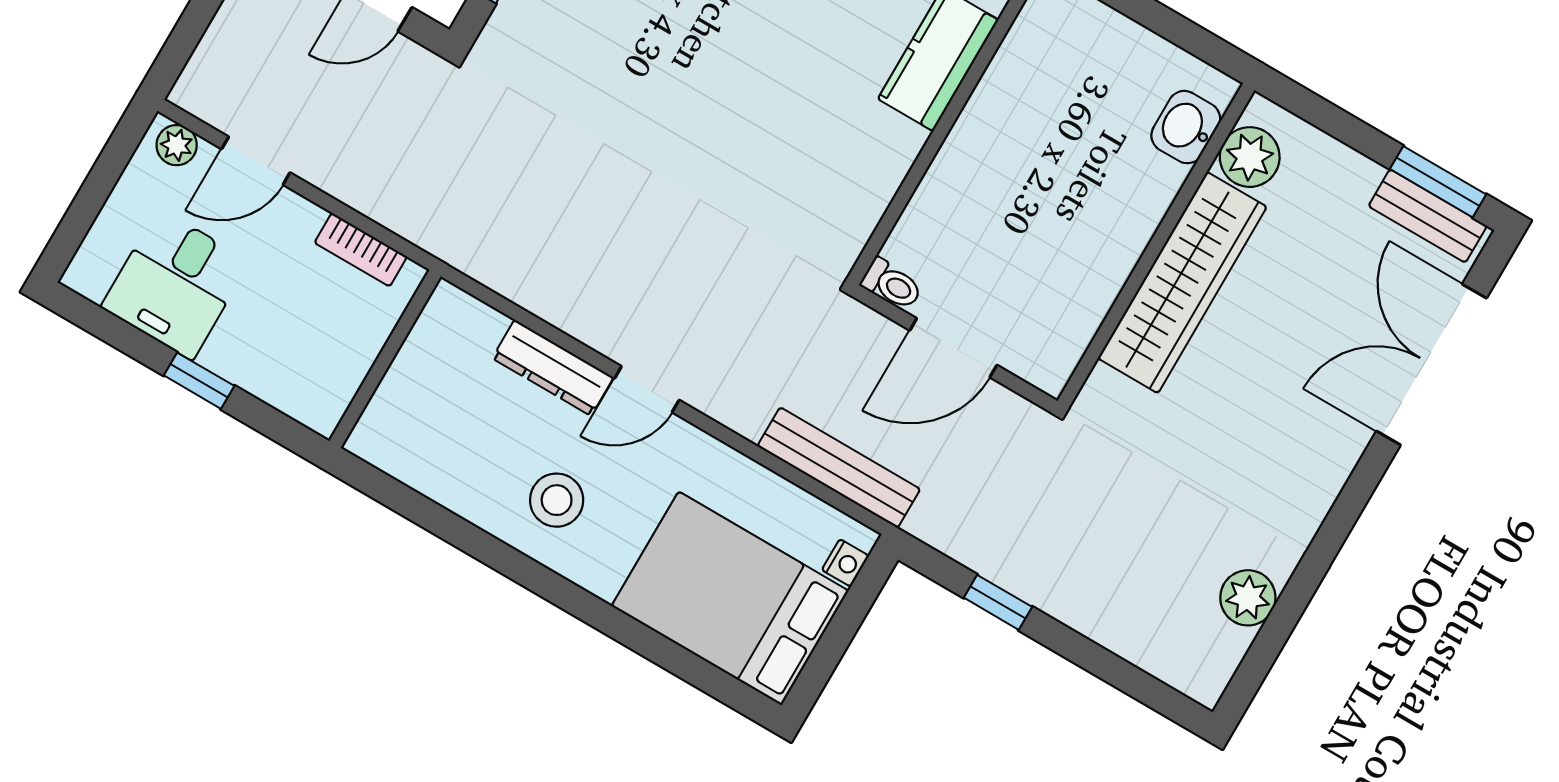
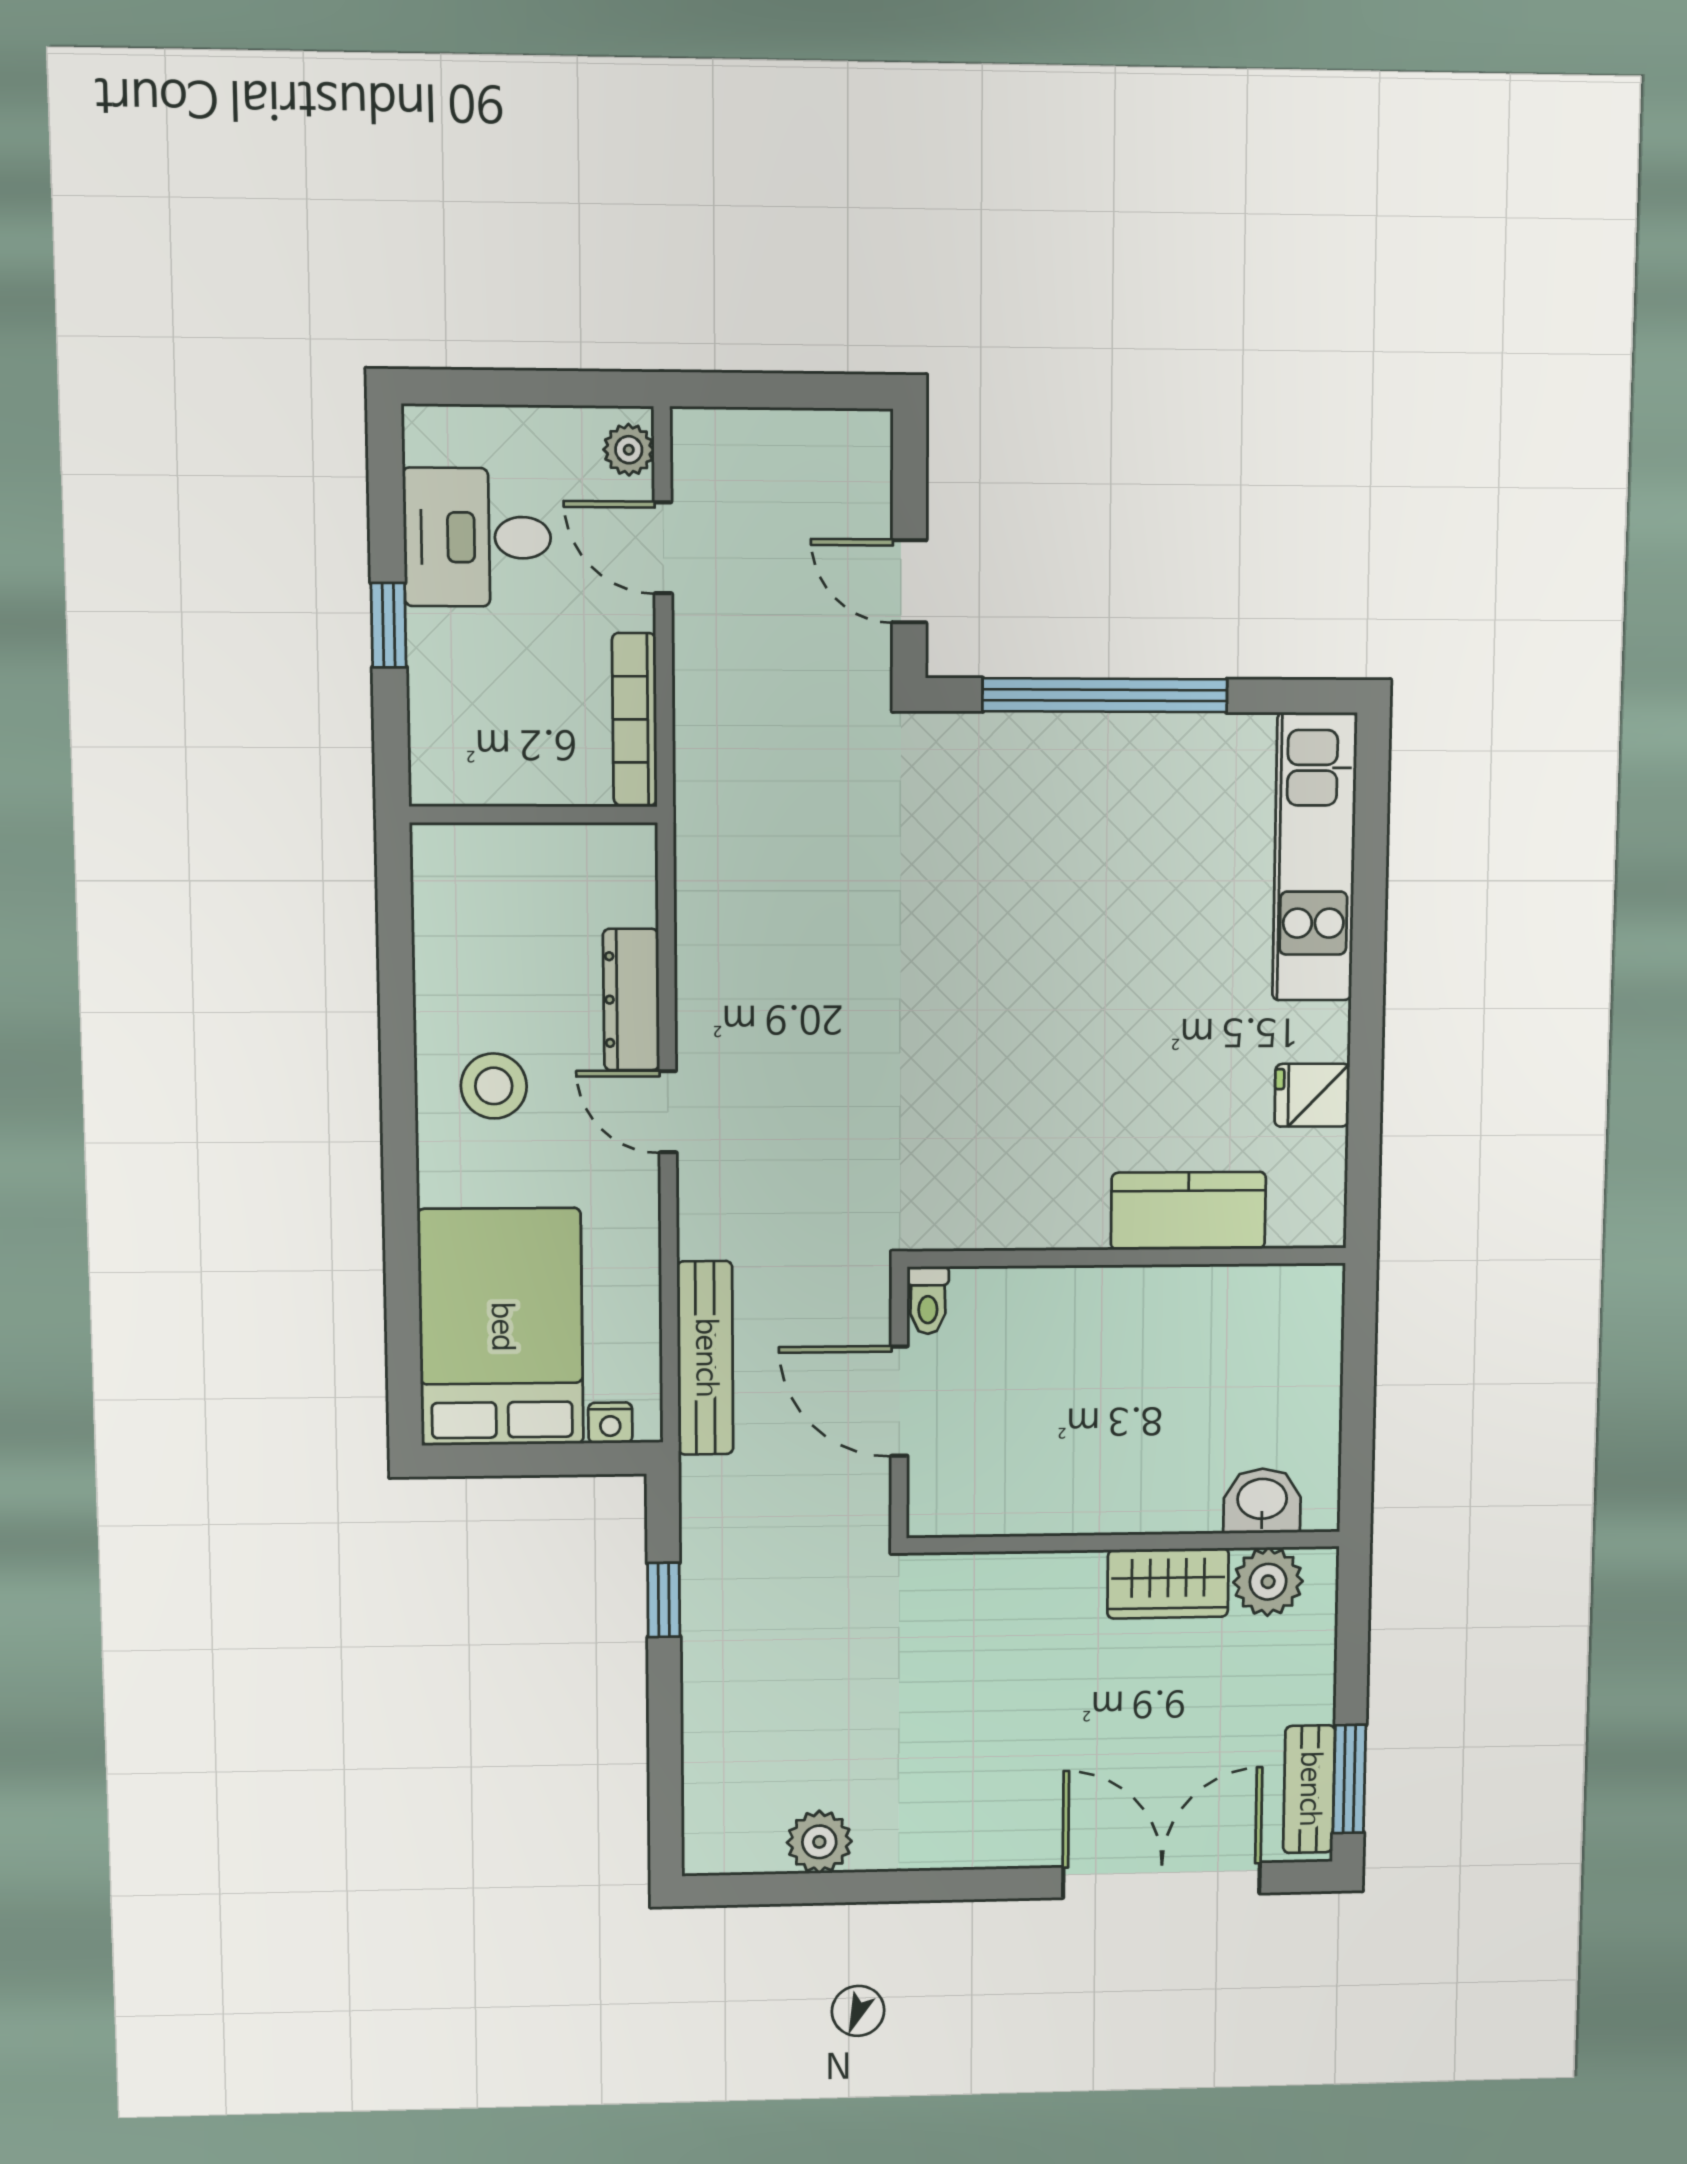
bookcase: (361, 250) -> (635, 719), width x1.56
wardrobe: (1182, 283) -> (1168, 1583), width x0.48, depth x0.85

